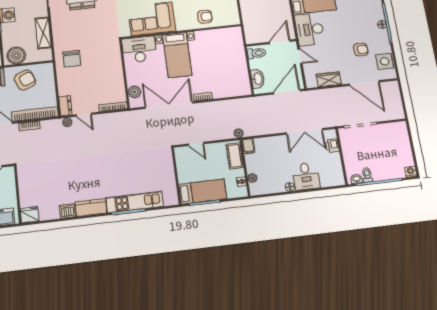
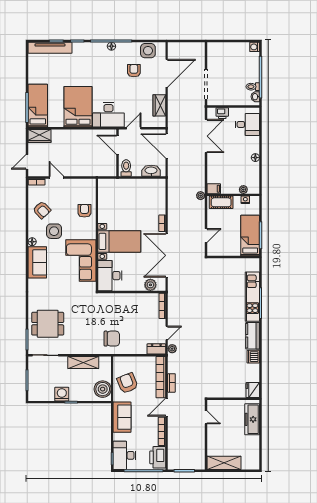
desk: (306, 176) -> (247, 124), moved

